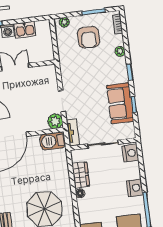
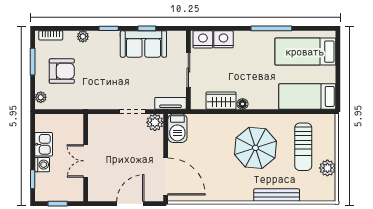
nightstand: (135, 188) -> (223, 39), moved

